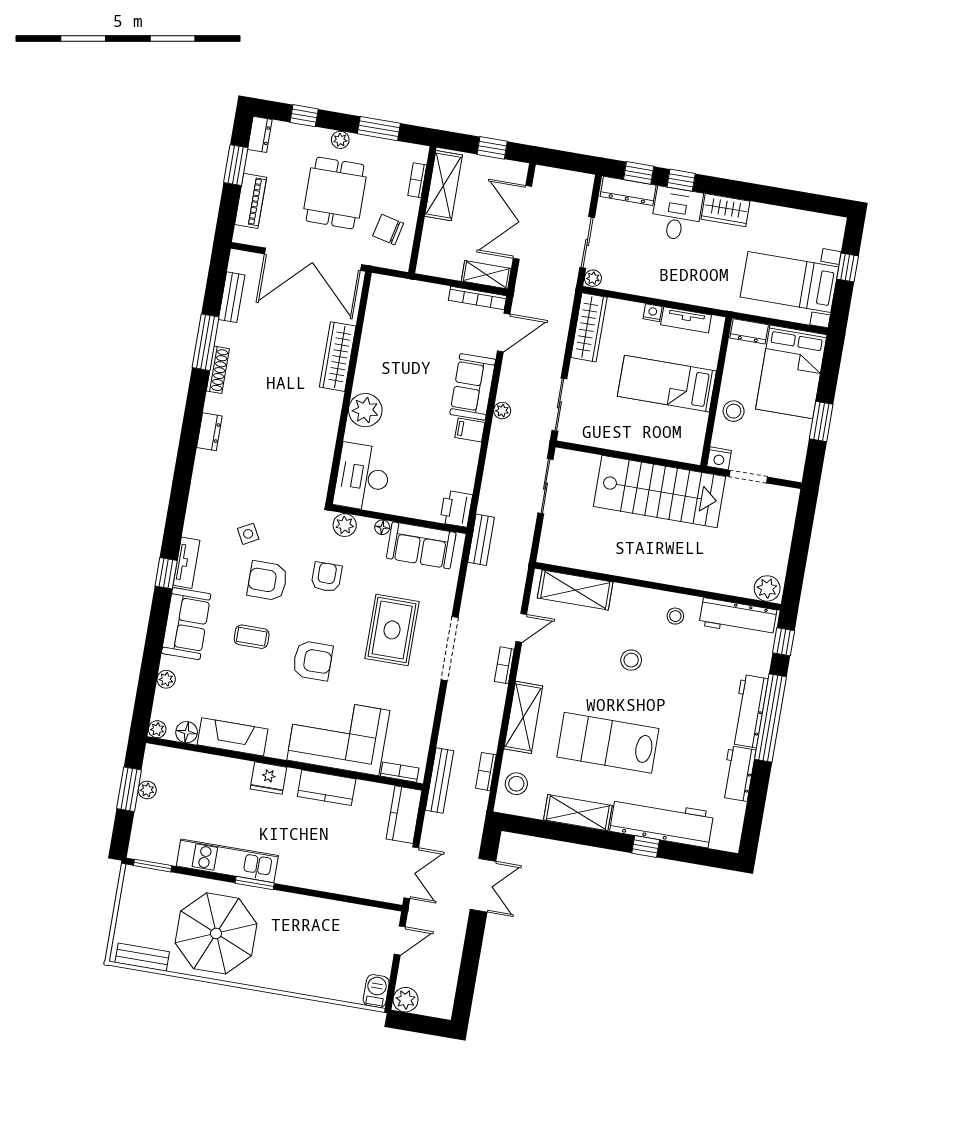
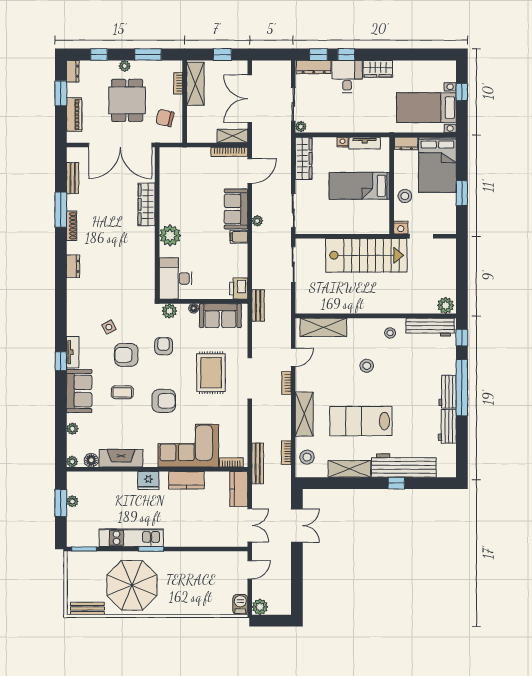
workbench: (749, 711) -> (448, 392), width x0.73

